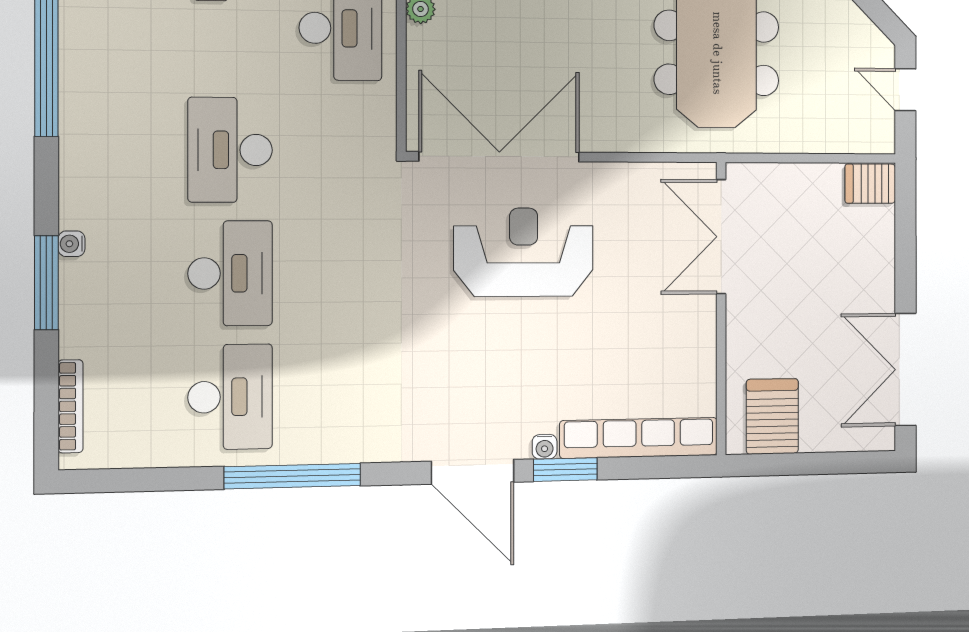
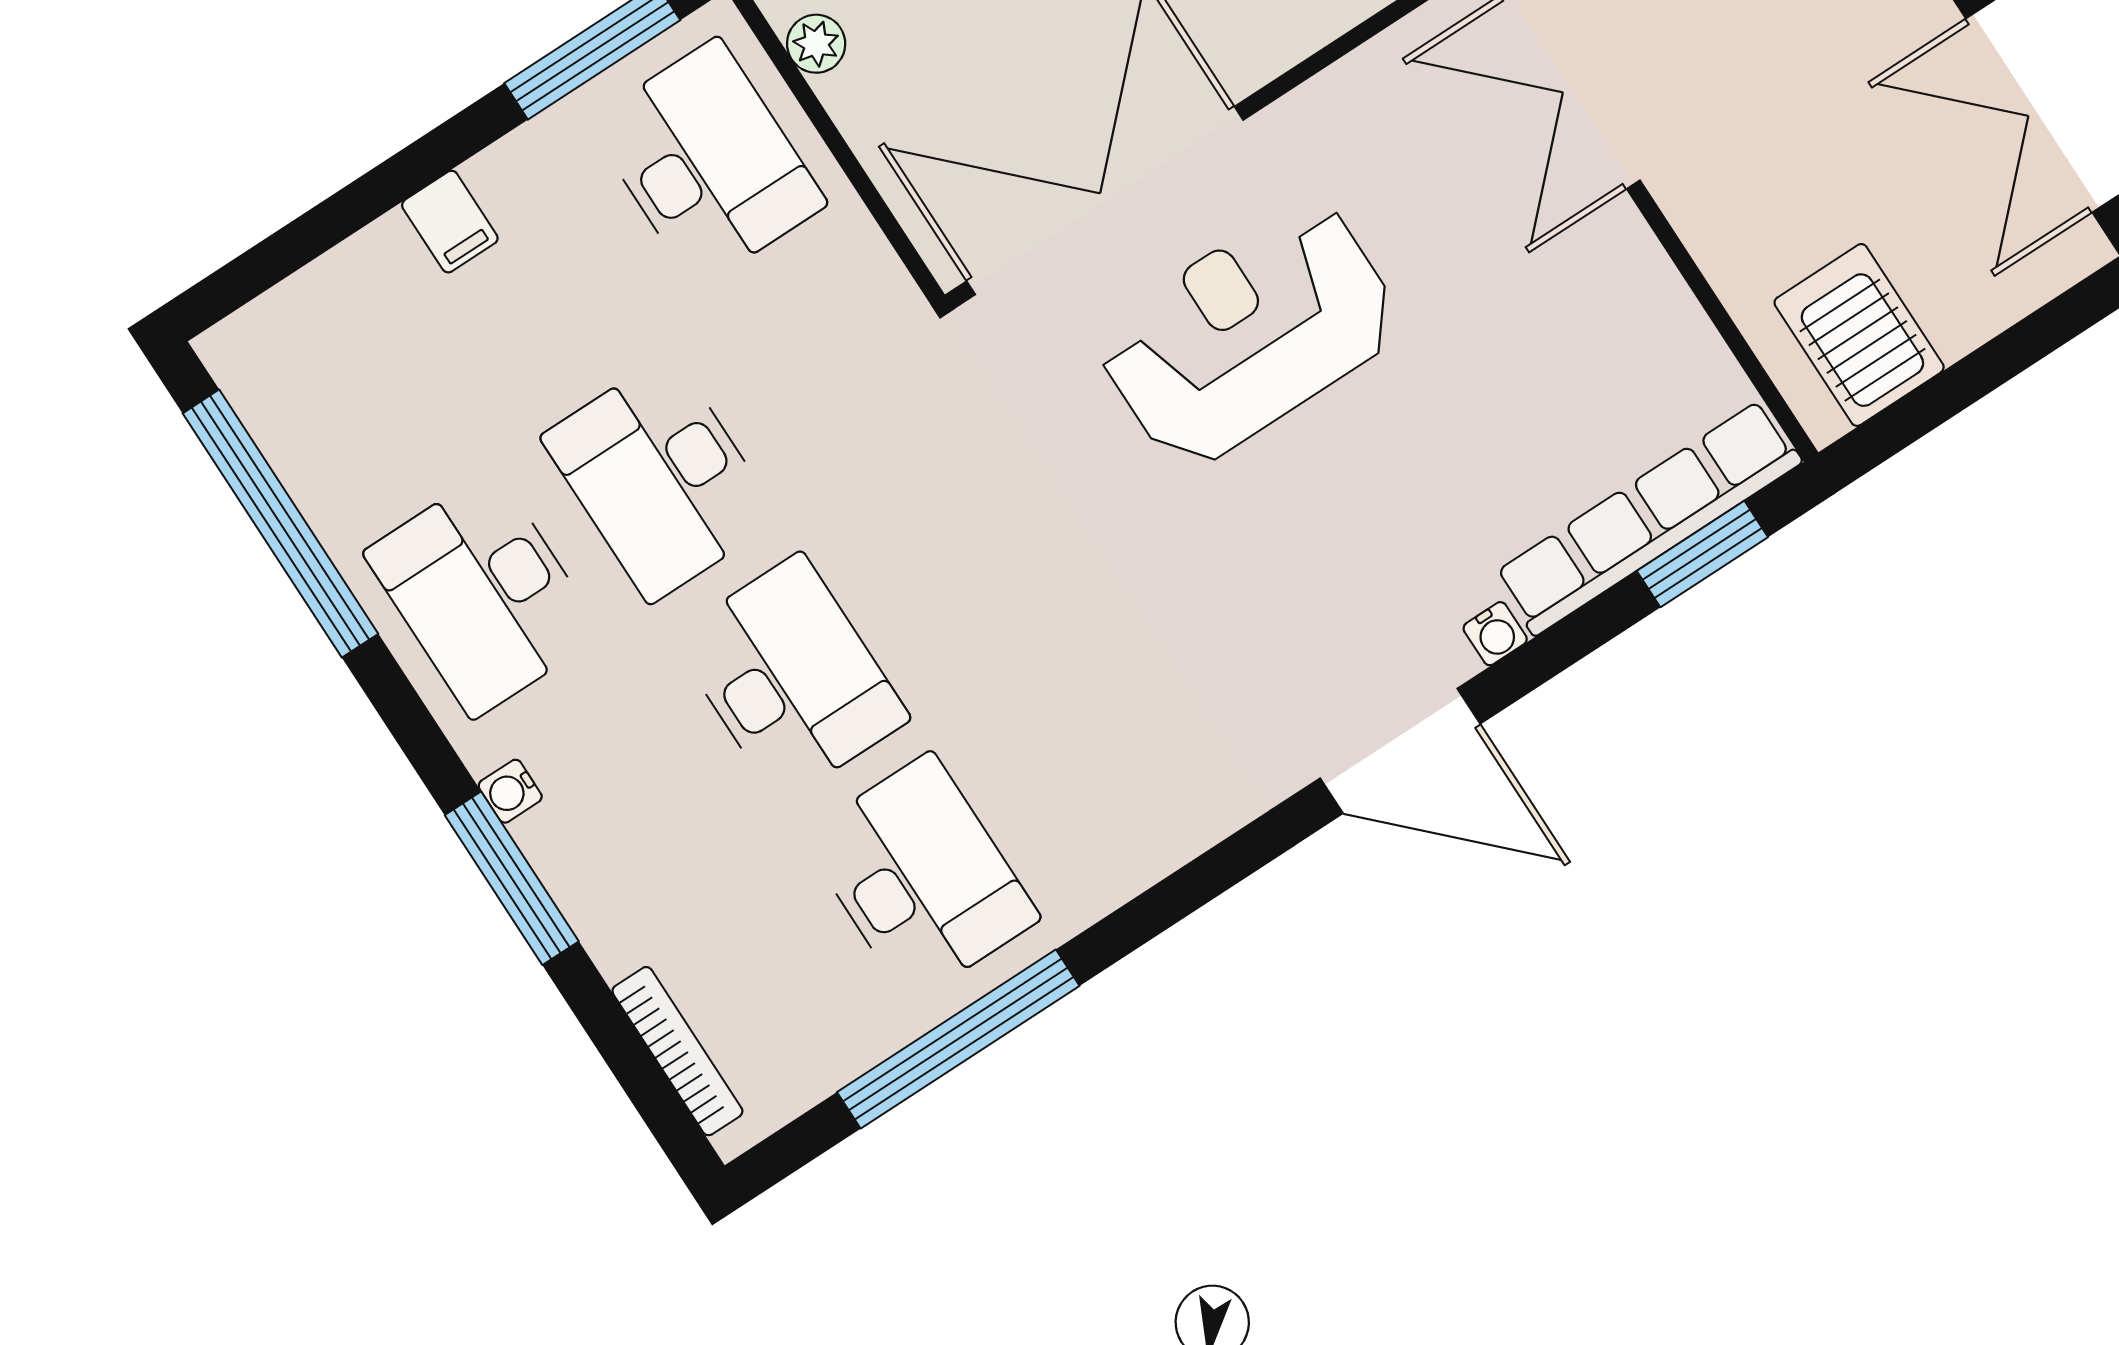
desk: (118, 149) -> (483, 594), added
window: (565, 470) -> (1702, 554), moved
window: (293, 476) -> (958, 1039), moved

